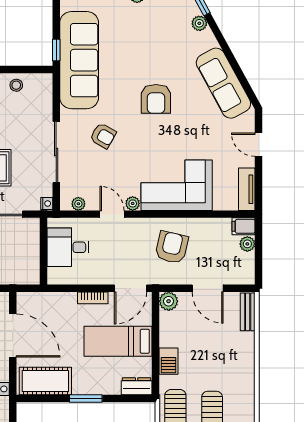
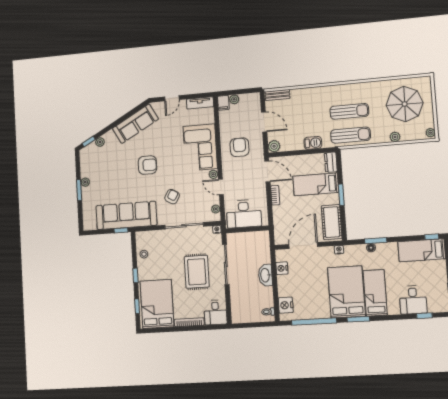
door: (112, 214) -> (221, 187), hinge flipped
desk: (68, 247) -> (244, 214), width x1.37
armchair: (172, 247) -> (240, 147), turned 77
door: (208, 288) -> (264, 122), hinge flipped
bed: (118, 341) -> (316, 184), moved, turned 90

